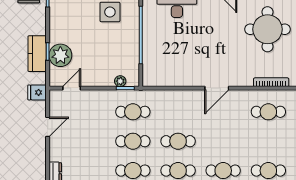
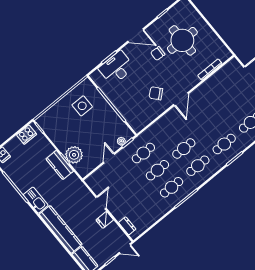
chair: (231, 22) -> (158, 54), added
chair: (196, 61) -> (156, 93), added
door: (72, 88) -> (109, 158), moved
fridge: (37, 92) -> (105, 220), moved
cafe table: (268, 112) -> (222, 88), removed

